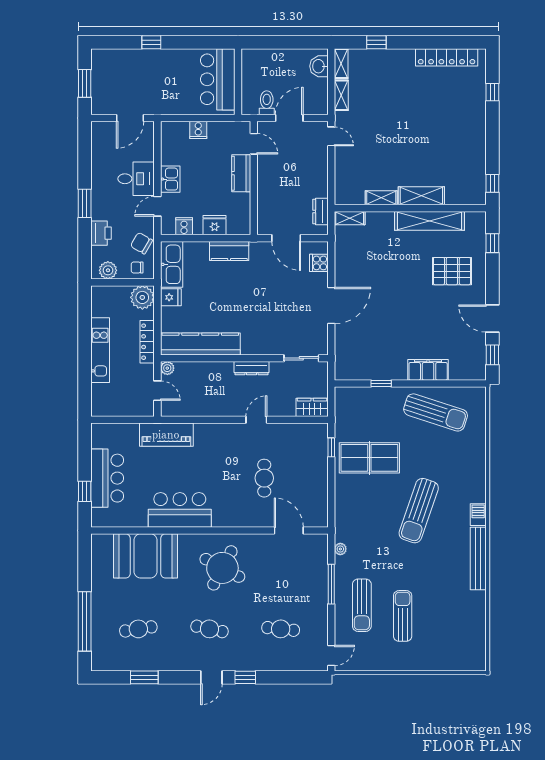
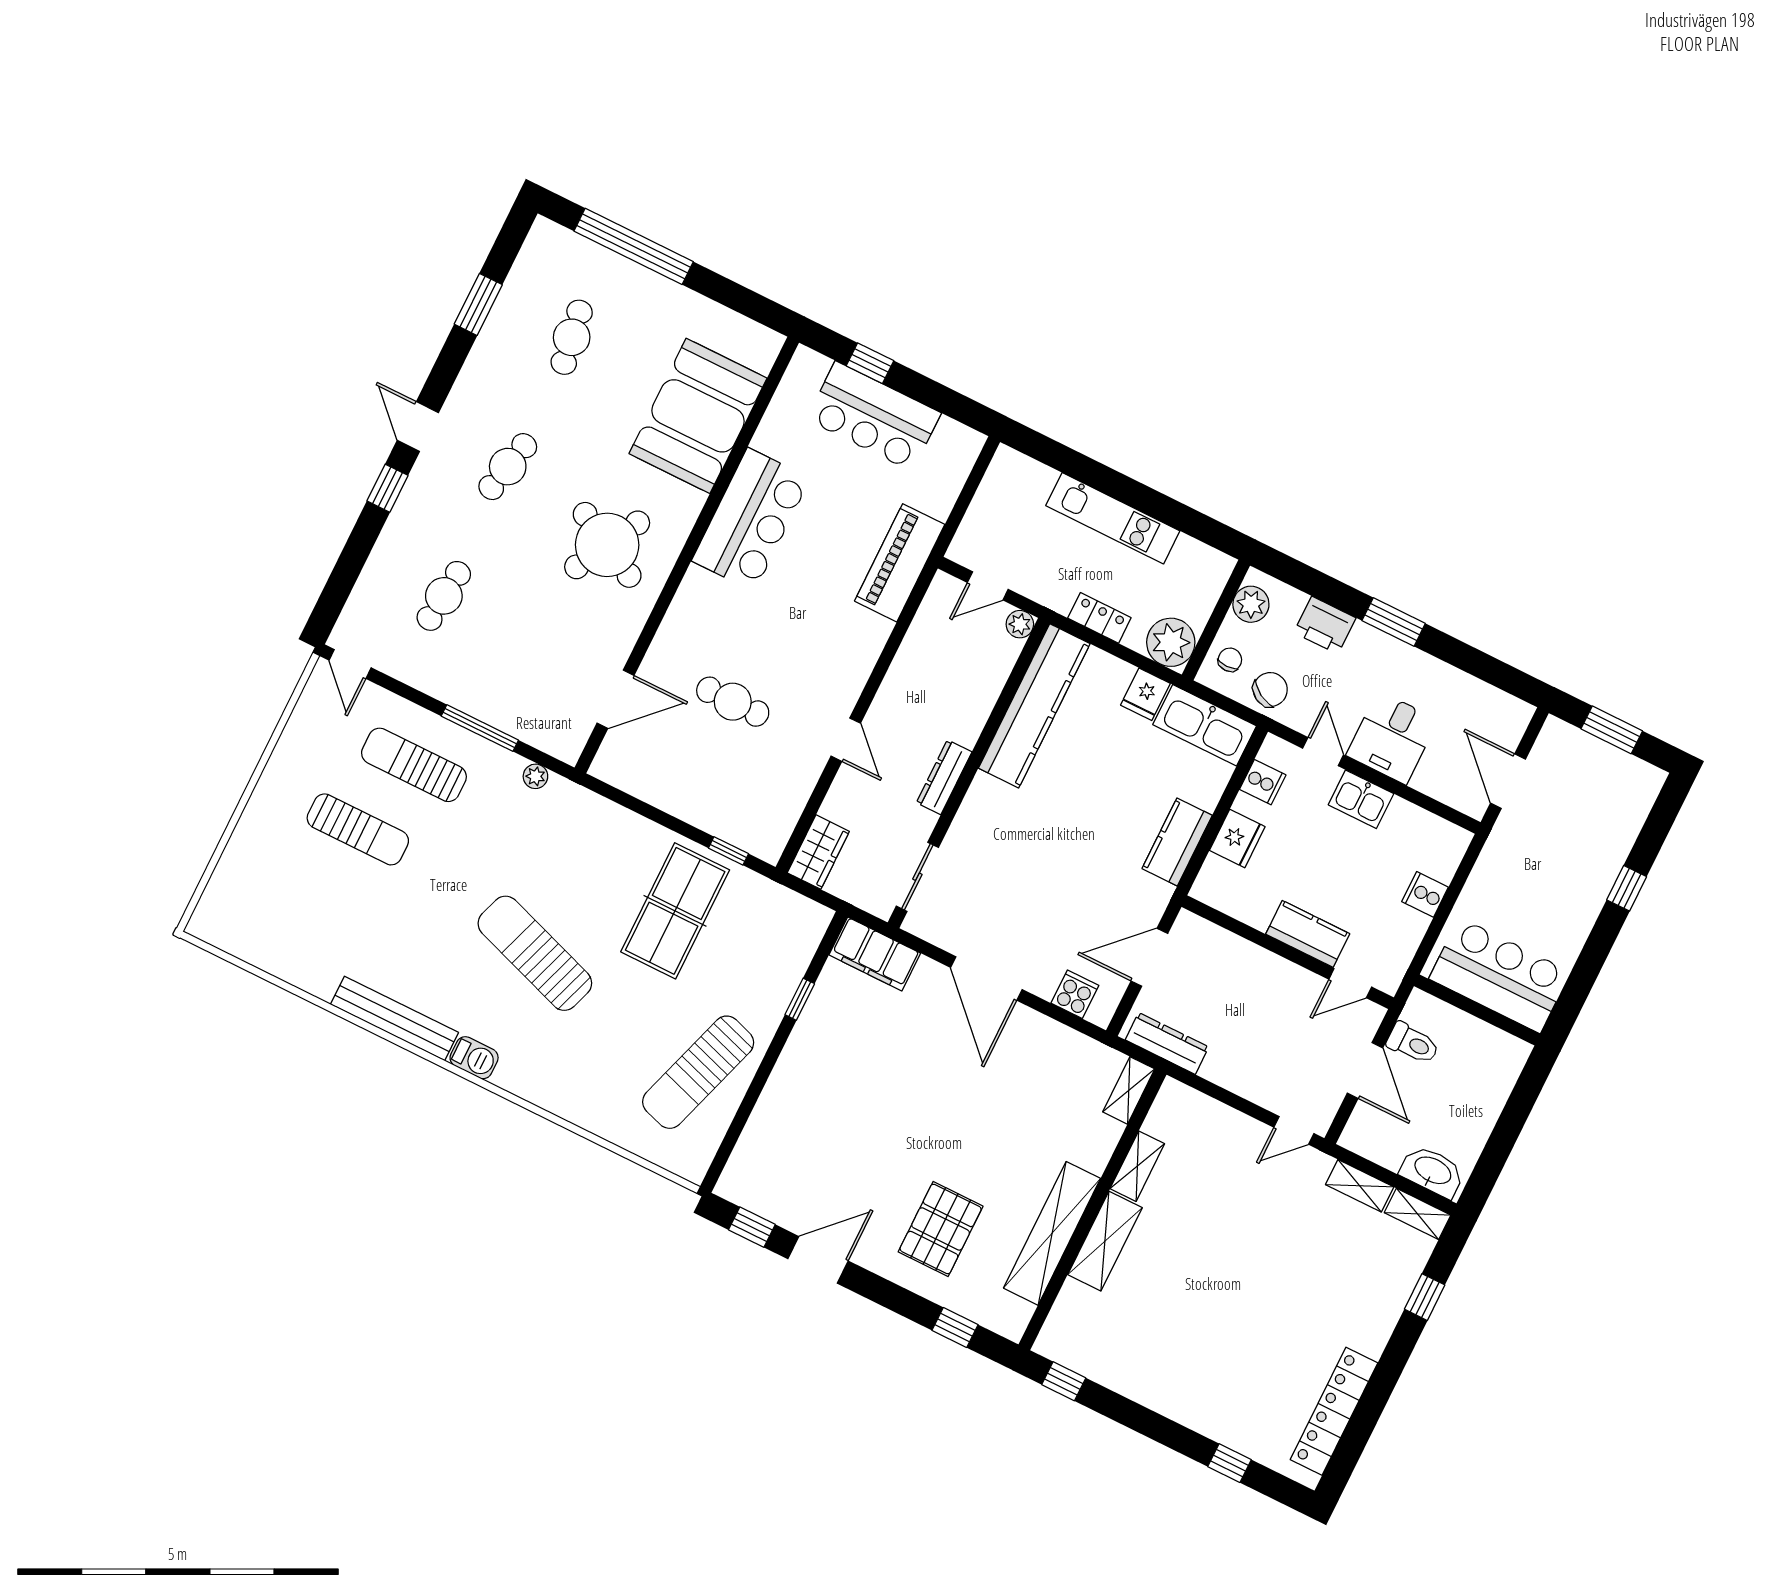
washbasin: (319, 66) -> (1432, 1171), width x1.38
dresser: (320, 211) -> (1167, 1043), width x1.44
locker: (147, 342) -> (1099, 618), width x0.66
filing cabinet: (428, 370) -> (875, 954), moved, turned 90

